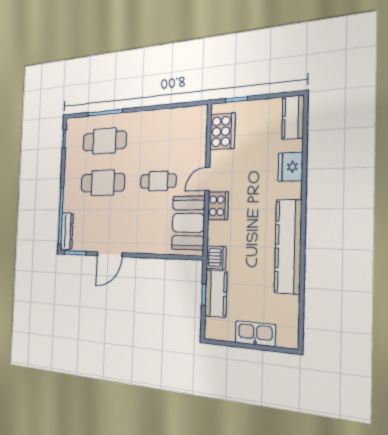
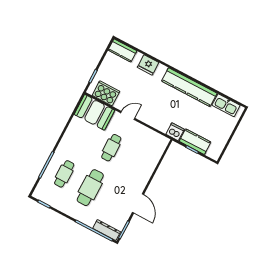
cafe table: (104, 141) -> (64, 174), width x0.73, depth x0.74
door: (207, 179) -> (128, 116), swing flipped
cooker: (218, 206) -> (147, 117), removed
booth: (188, 223) -> (95, 112), moved
kitchen sink: (255, 334) -> (226, 105), moved, turned -90

